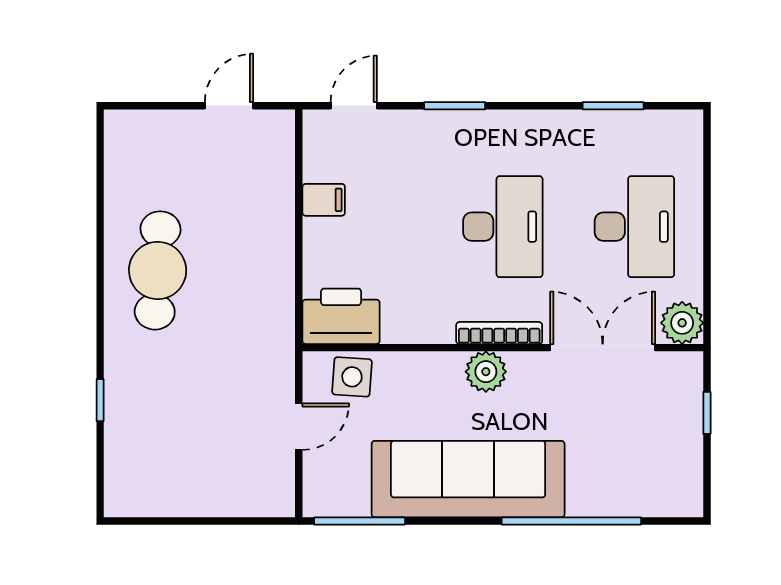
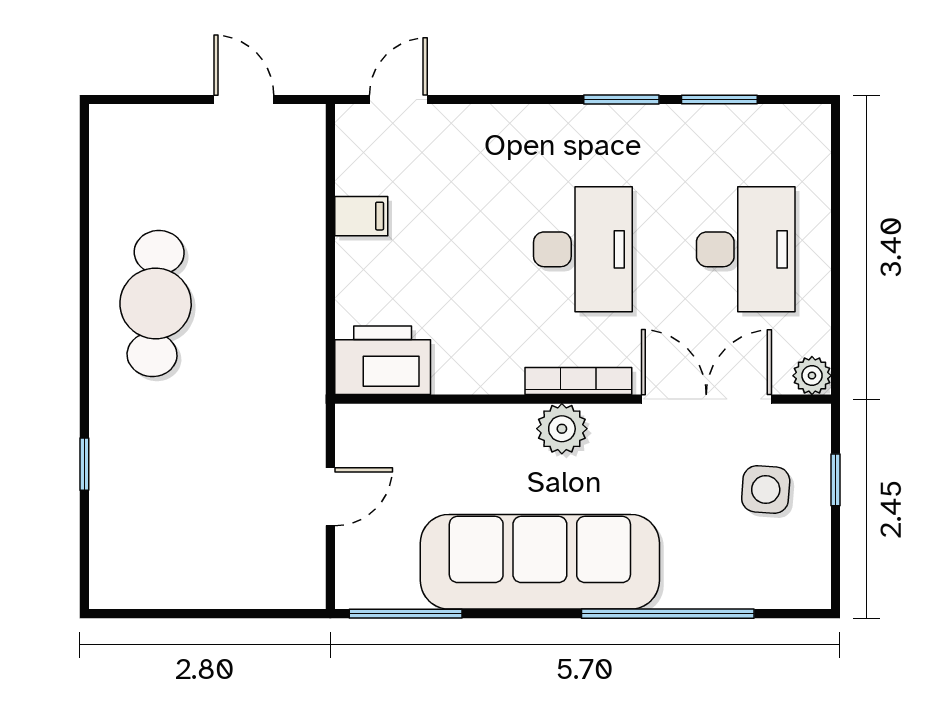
door: (229, 106) -> (244, 100), hinge flipped
window: (455, 106) -> (621, 100), moved
plant: (682, 323) -> (812, 376), width x0.73, depth x0.73
side table: (352, 377) -> (766, 490), moved

